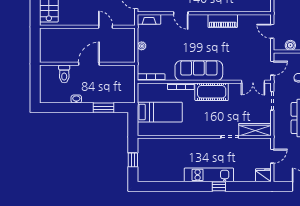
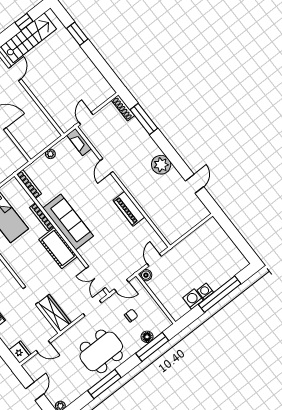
door: (106, 27) -> (15, 73), moved
boiler: (290, 45) -> (146, 275), moved

